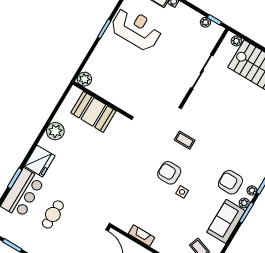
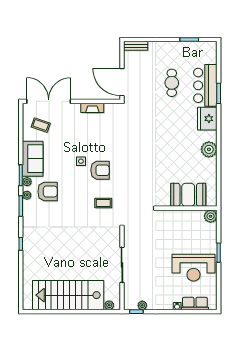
plant: (84, 79) -> (211, 216), moved
wall: (102, 100) -> (187, 208), moved
booth: (93, 112) -> (188, 195), moved

